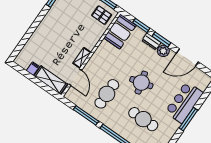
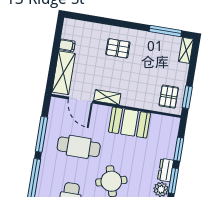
booth: (120, 32) -> (129, 123), moved
pallet: (52, 34) -> (118, 48), added
door: (75, 77) -> (81, 100), hinge flipped

